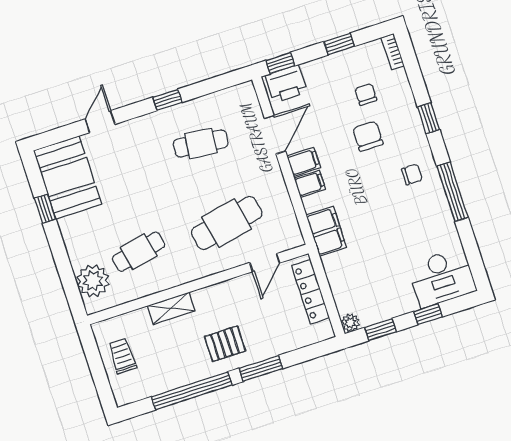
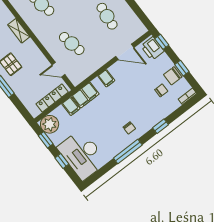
chair: (368, 136) -> (173, 76), moved, turned 180
filing cabinet: (304, 162) -> (71, 106), moved
cafe table: (227, 223) -> (72, 43), width x0.73, depth x0.74
desk: (442, 278) -> (82, 155), width x1.36, depth x1.30
plant: (350, 323) -> (50, 124), width x1.88, depth x1.88

